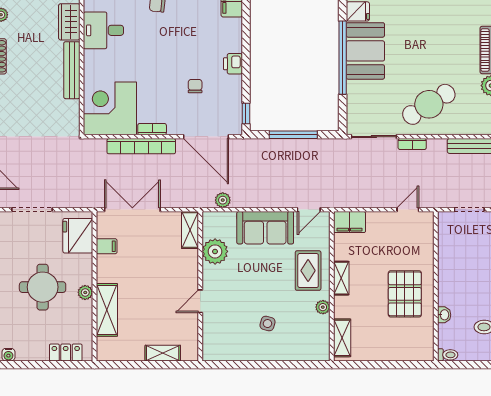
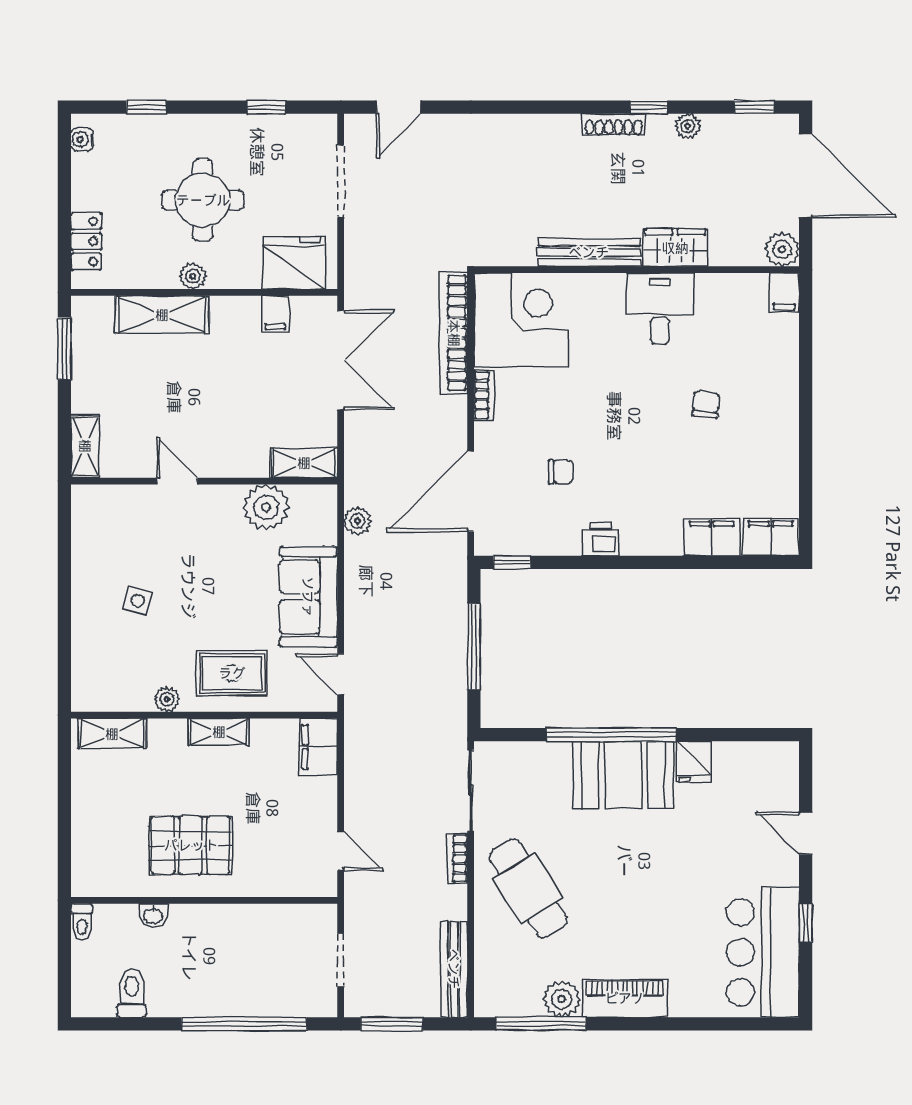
bookcase: (141, 146) -> (454, 333), moved
shelving: (163, 353) -> (85, 446), moved
window: (126, 365) -> (64, 348), added

